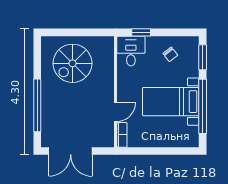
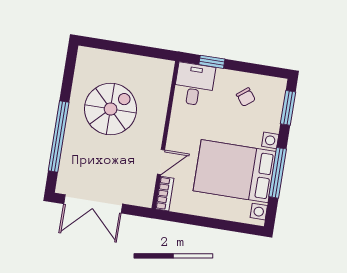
spiral stairs: (73, 63) -> (111, 109), moved, turned 180
bed with nightstands: (171, 102) -> (235, 171), width x1.36
window: (203, 106) -> (278, 173), width x0.68

